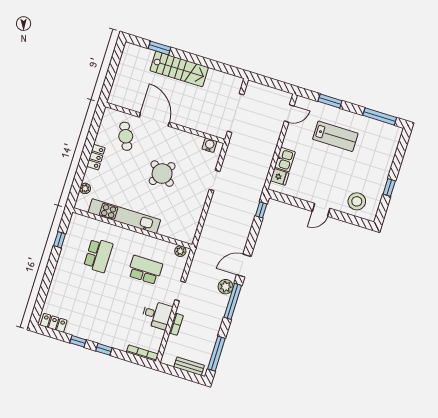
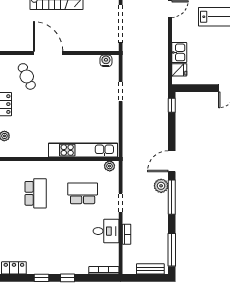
round table: (162, 174) -> (71, 100), removed
kitchen unit: (124, 216) -> (83, 150), moved

